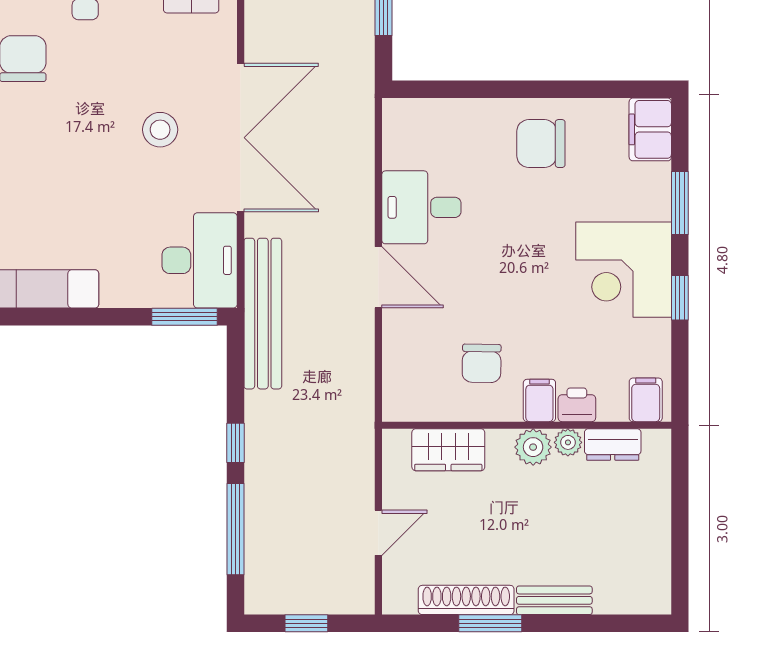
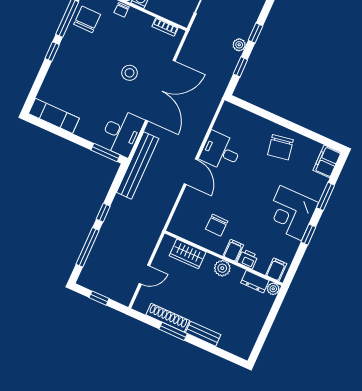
chair: (541, 144) -> (280, 147), turned -100
plant: (568, 442) -> (273, 289), moved

